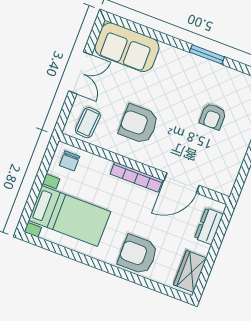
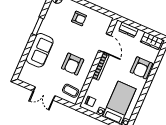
sofa: (127, 47) -> (40, 50), moved
double door: (80, 73) -> (44, 94), swing flipped
armchair: (213, 116) -> (79, 18), moved

